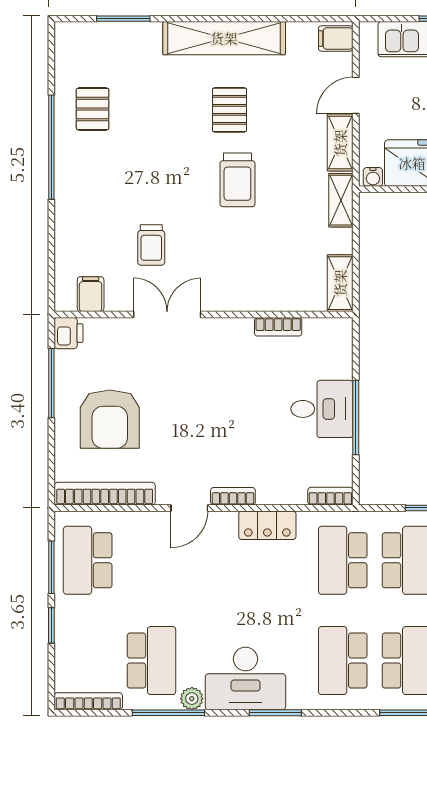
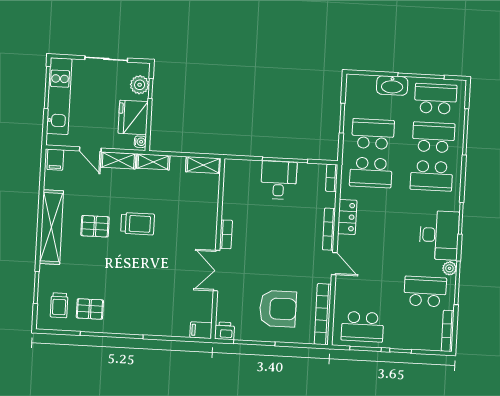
trolley: (151, 245) -> (59, 305), moved, turned 90
filing cabinet: (91, 294) -> (201, 330), moved
bookcase: (278, 327) -> (226, 234), moved
bookcase: (233, 496) -> (329, 229), width x1.56

